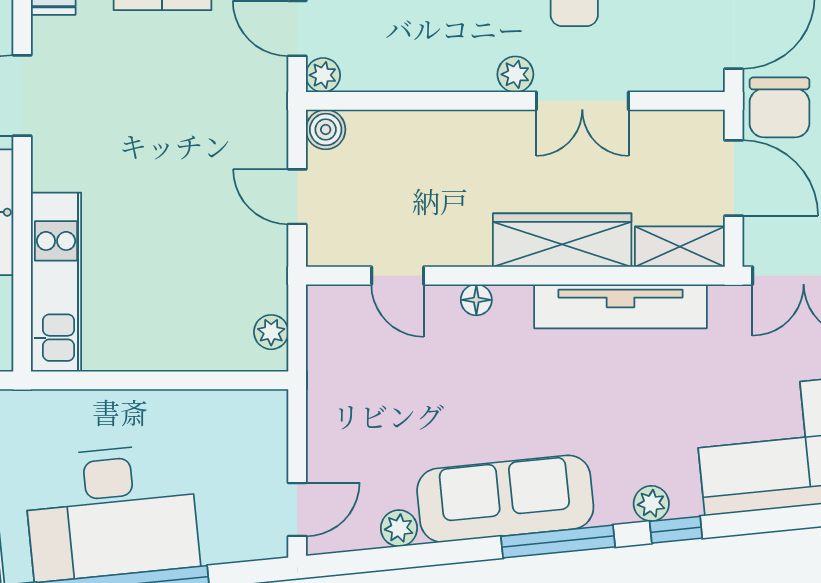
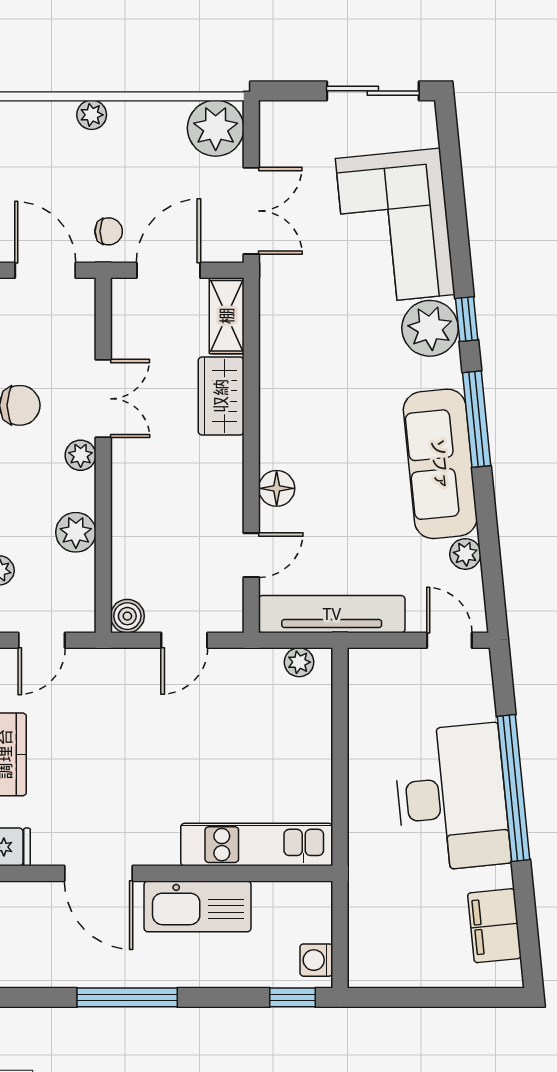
plant: (323, 75) -> (76, 532), moved, width x1.38, depth x1.38
chair: (779, 107) -> (109, 231), width x0.54, depth x0.54
wardrobe: (562, 240) -> (221, 396), width x0.67
floor lamp: (476, 300) -> (277, 488), width x1.37, depth x1.37
tv unit: (620, 306) -> (332, 614), moved, turned -90
plant: (651, 503) -> (430, 328), width x1.88, depth x1.88

